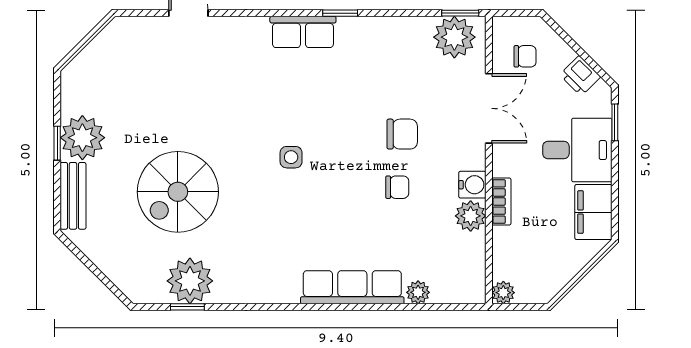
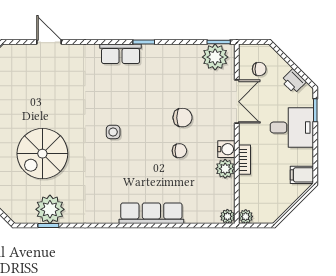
filing cabinet: (593, 212) -> (302, 175), width x0.50
plant: (418, 292) -> (227, 216), moved

